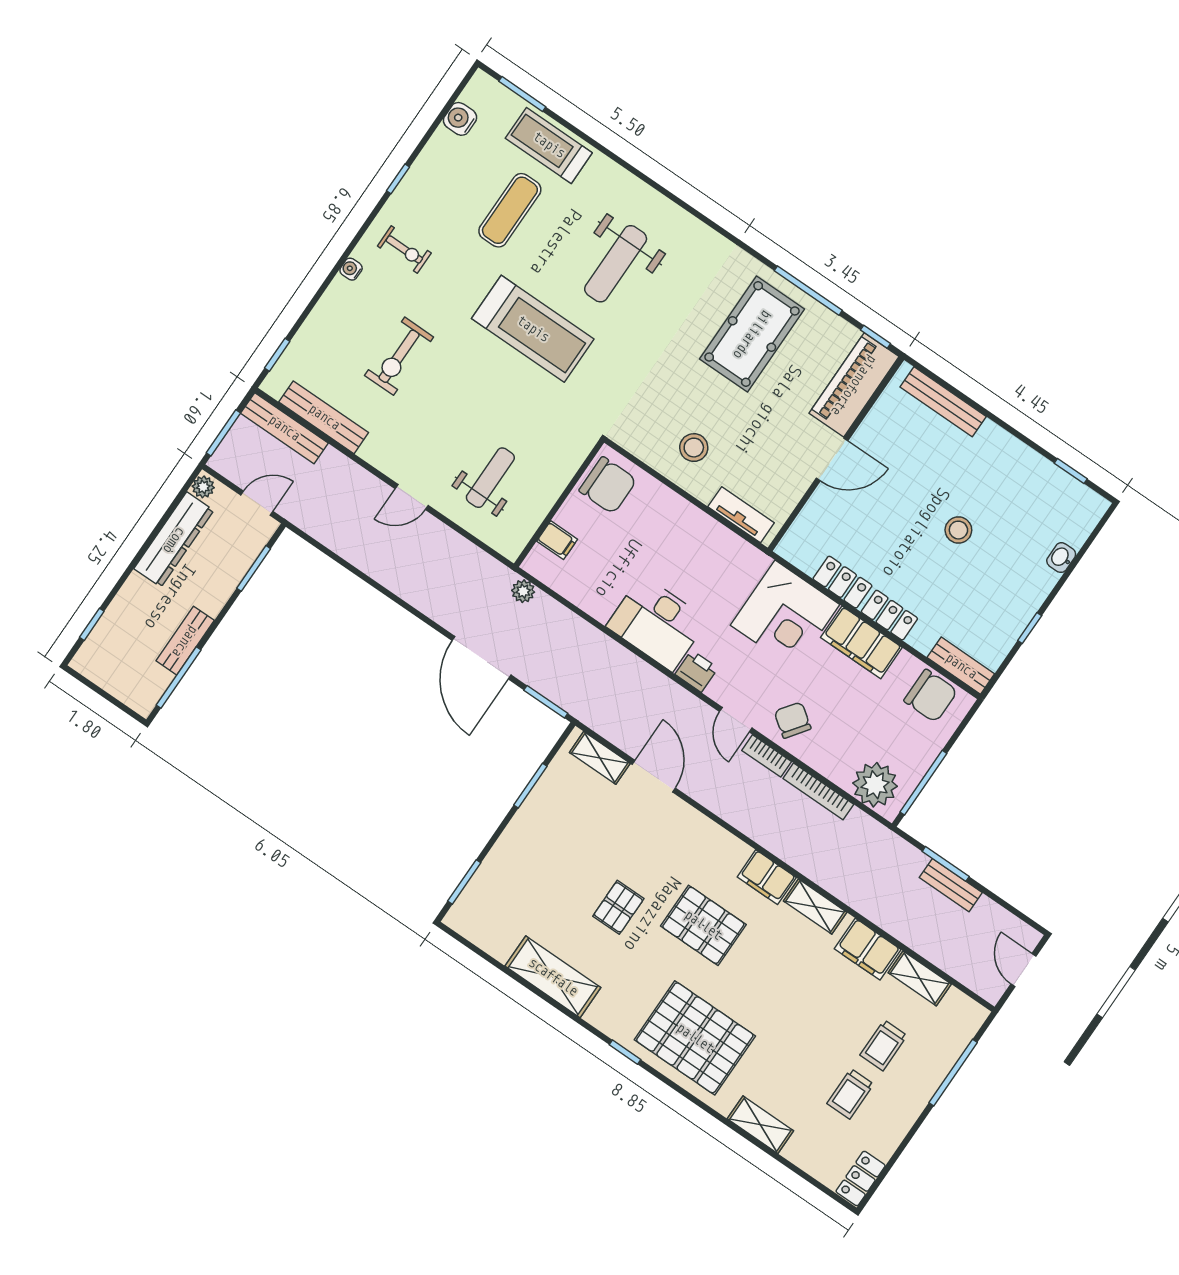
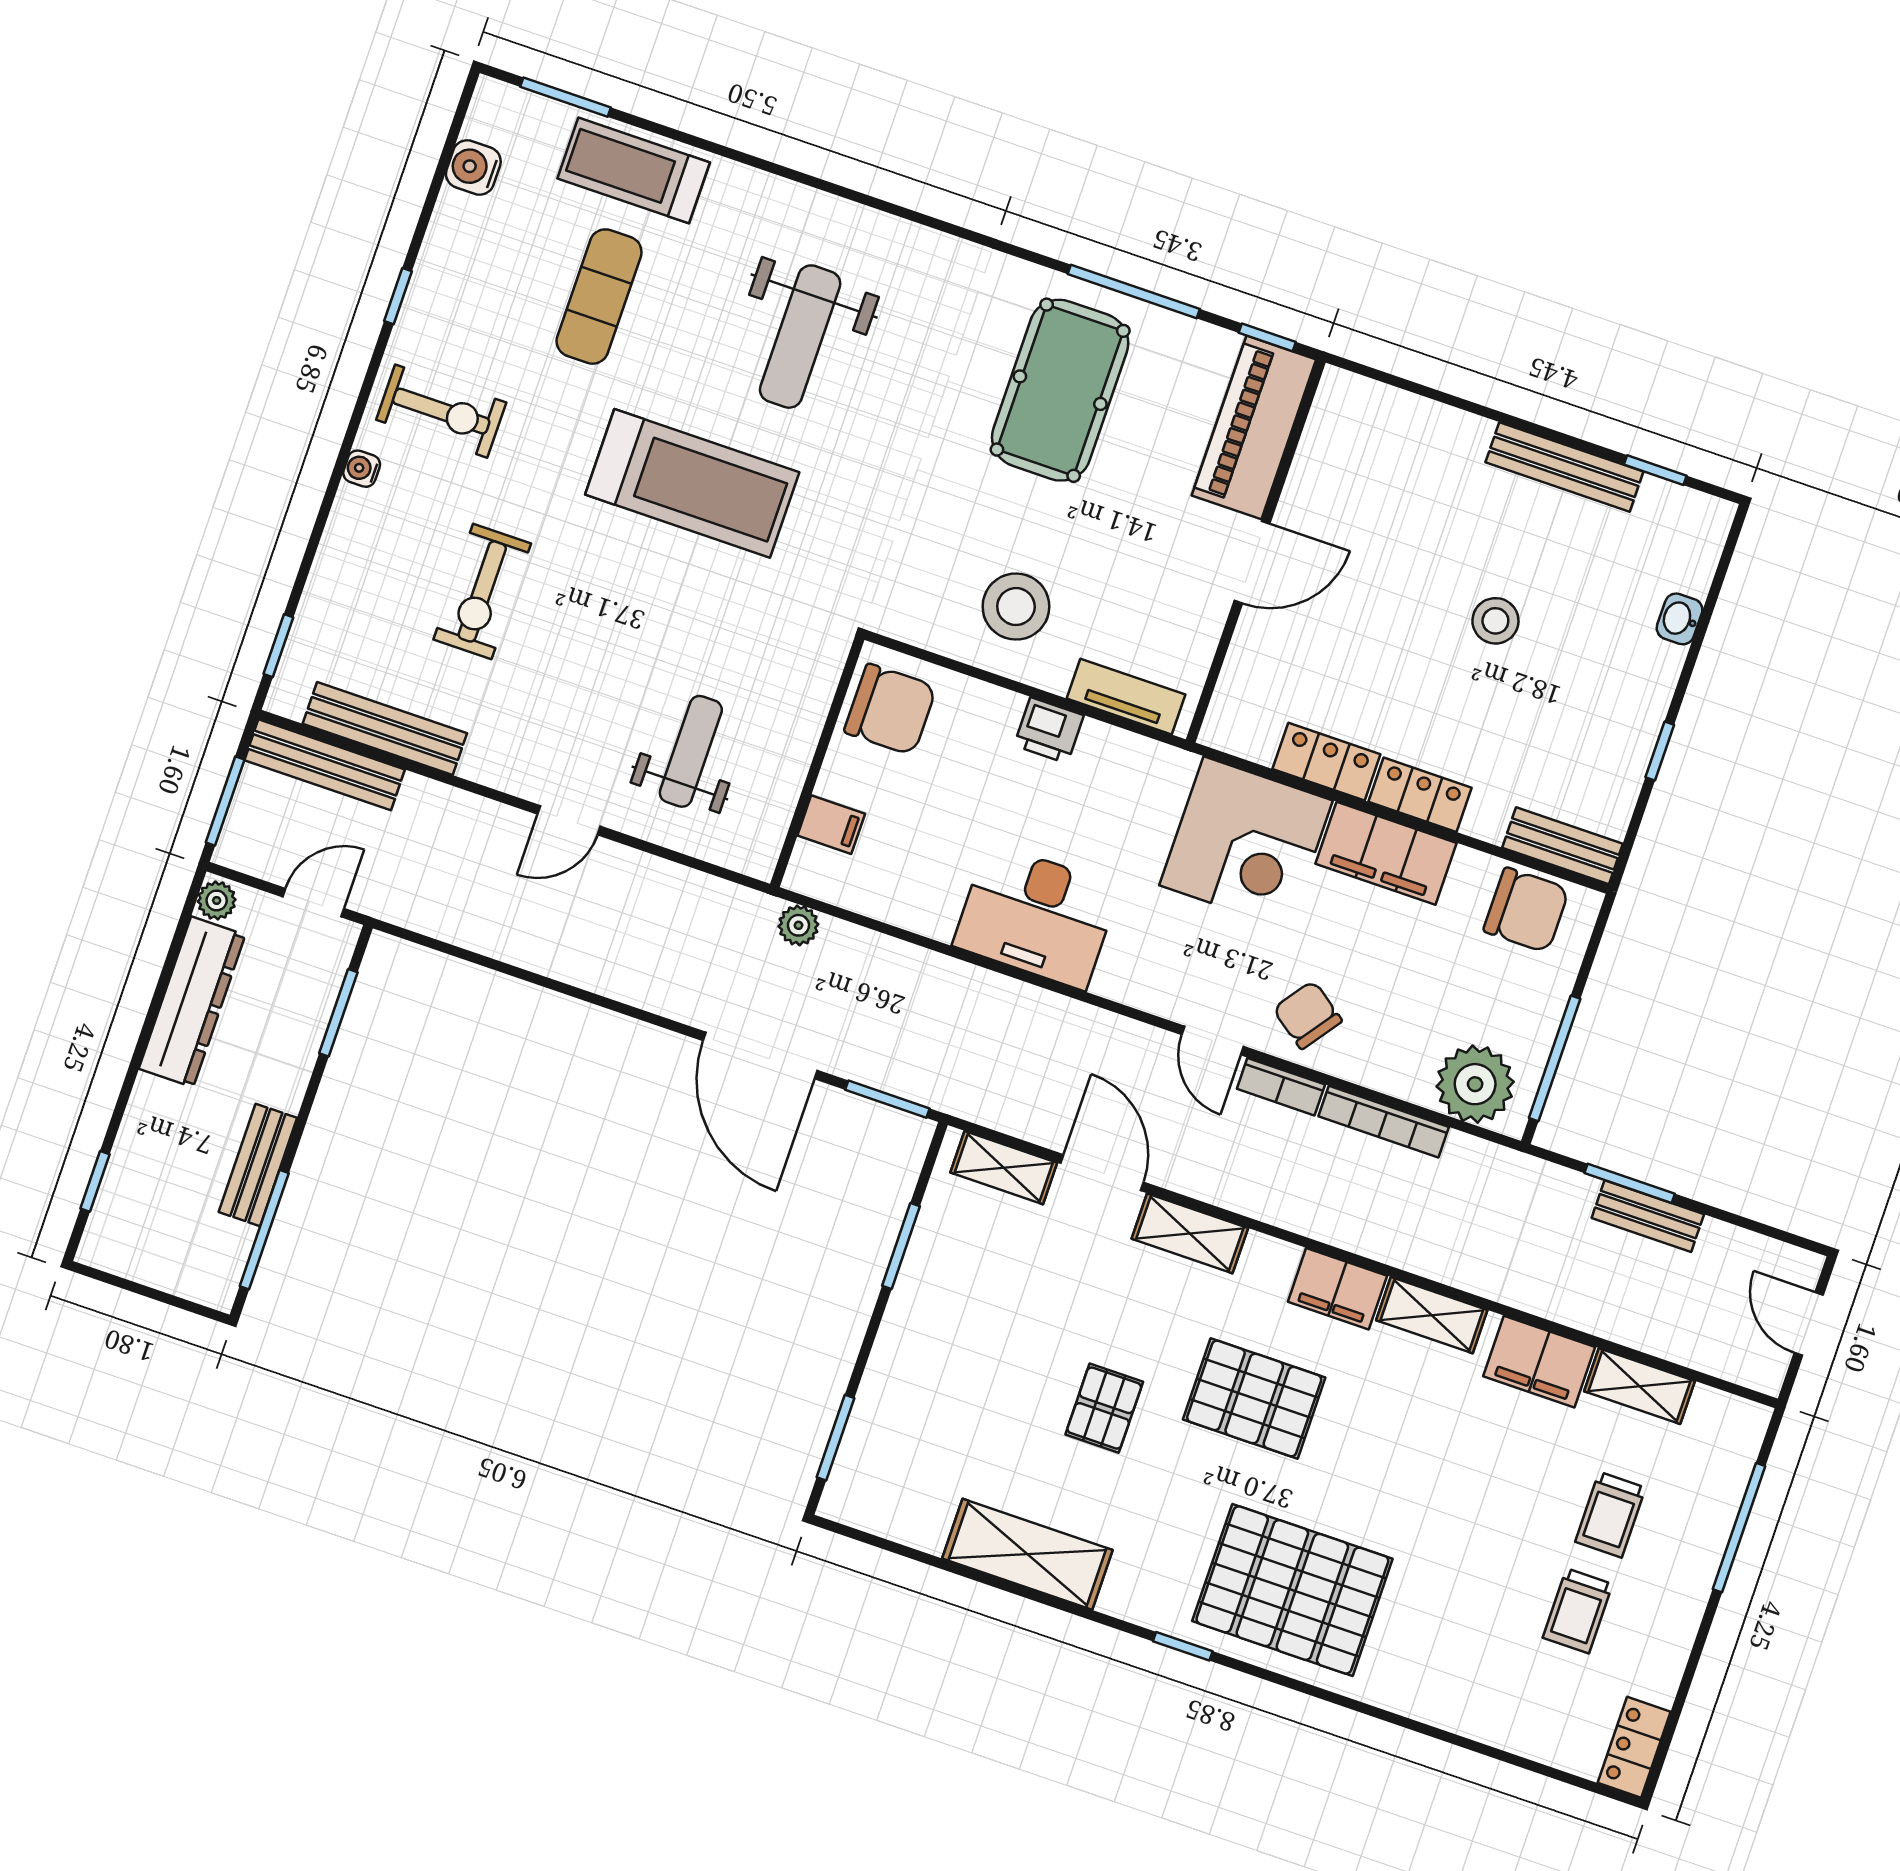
exercise bike: (404, 249) -> (441, 411), width x1.38, depth x1.39
bench: (943, 402) -> (1564, 467), moved
stool: (694, 448) -> (1016, 607), width x1.38, depth x1.38
printer: (696, 671) -> (1049, 730), moved, turned 180
shelving: (760, 1125) -> (1190, 1233), moved

